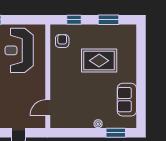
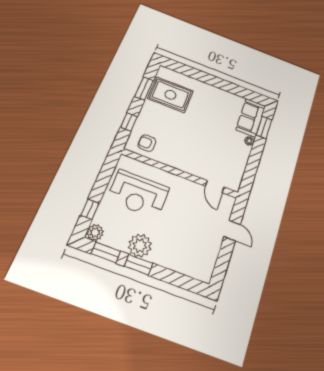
rug: (99, 61) -> (170, 95), moved, turned 90
sofa: (127, 100) -> (251, 118), moved, turned 90

